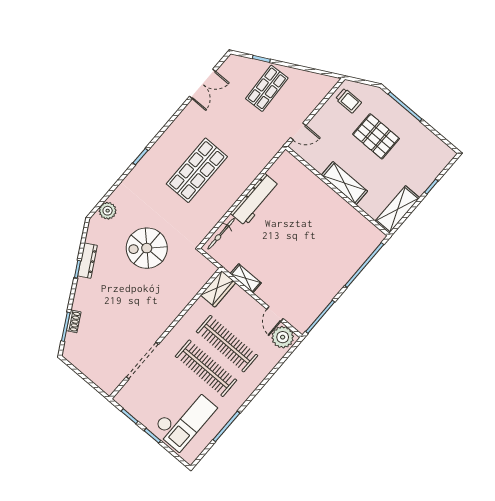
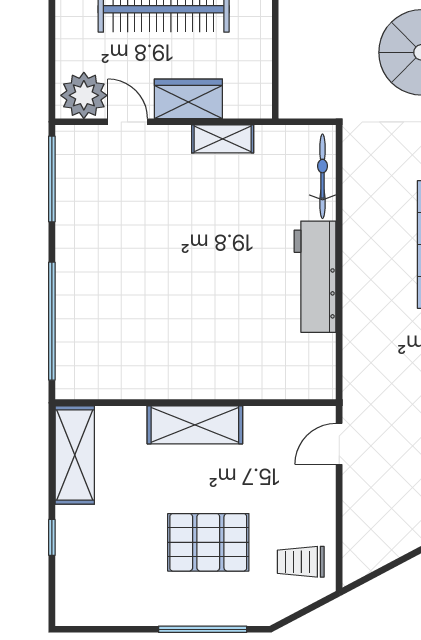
wardrobe: (218, 289) -> (188, 99), moved, turned 90

